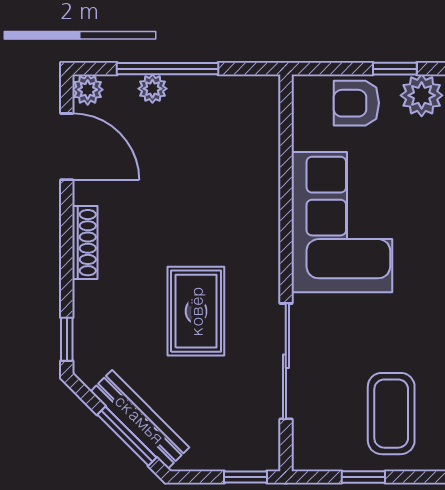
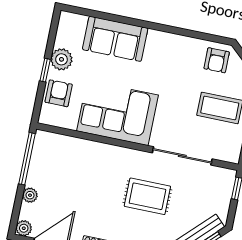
window: (167, 69) -> (27, 159), moved
armchair: (356, 103) -> (59, 93), turned 180

